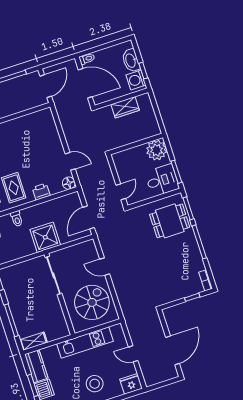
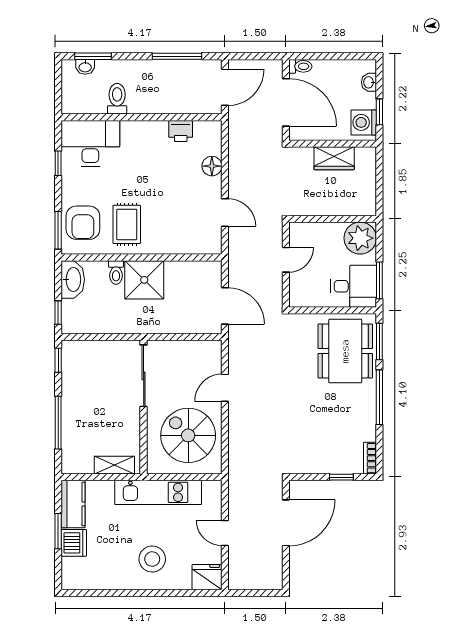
washbasin: (131, 61) -> (369, 82), width x0.52, depth x0.69
floor lamp: (69, 183) -> (212, 166), moved
printer: (41, 192) -> (181, 131), moved, turned 180
door: (121, 192) -> (286, 260), moved
door: (89, 217) -> (225, 306), swing flipped
dining table: (170, 221) -> (345, 351), width x1.38
shower: (45, 237) -> (144, 280), moved
door: (105, 267) -> (225, 388), hinge flipped
spiral stairs: (92, 302) -> (188, 435), turned -90
shelving: (34, 341) -> (114, 465), moved
door: (173, 350) -> (286, 523), moved

